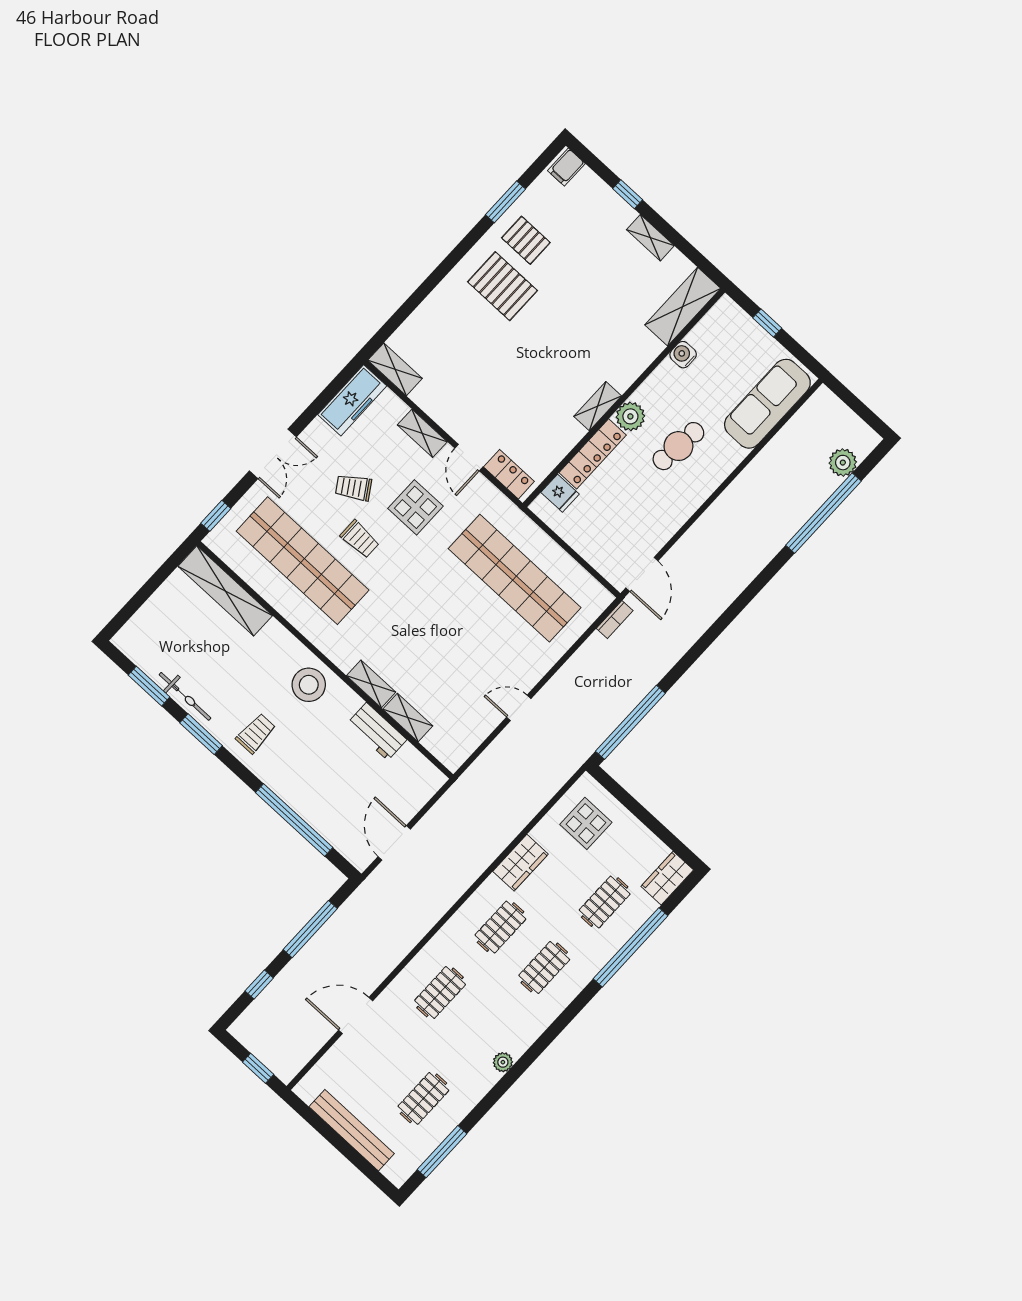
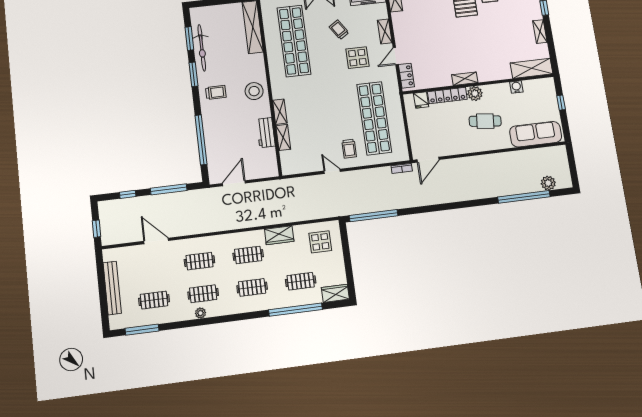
trolley: (360, 539) -> (349, 149), moved
bicycle: (185, 696) -> (202, 48), width x1.37, depth x1.40
clothes rail: (484, 1033) -> (203, 294), added

